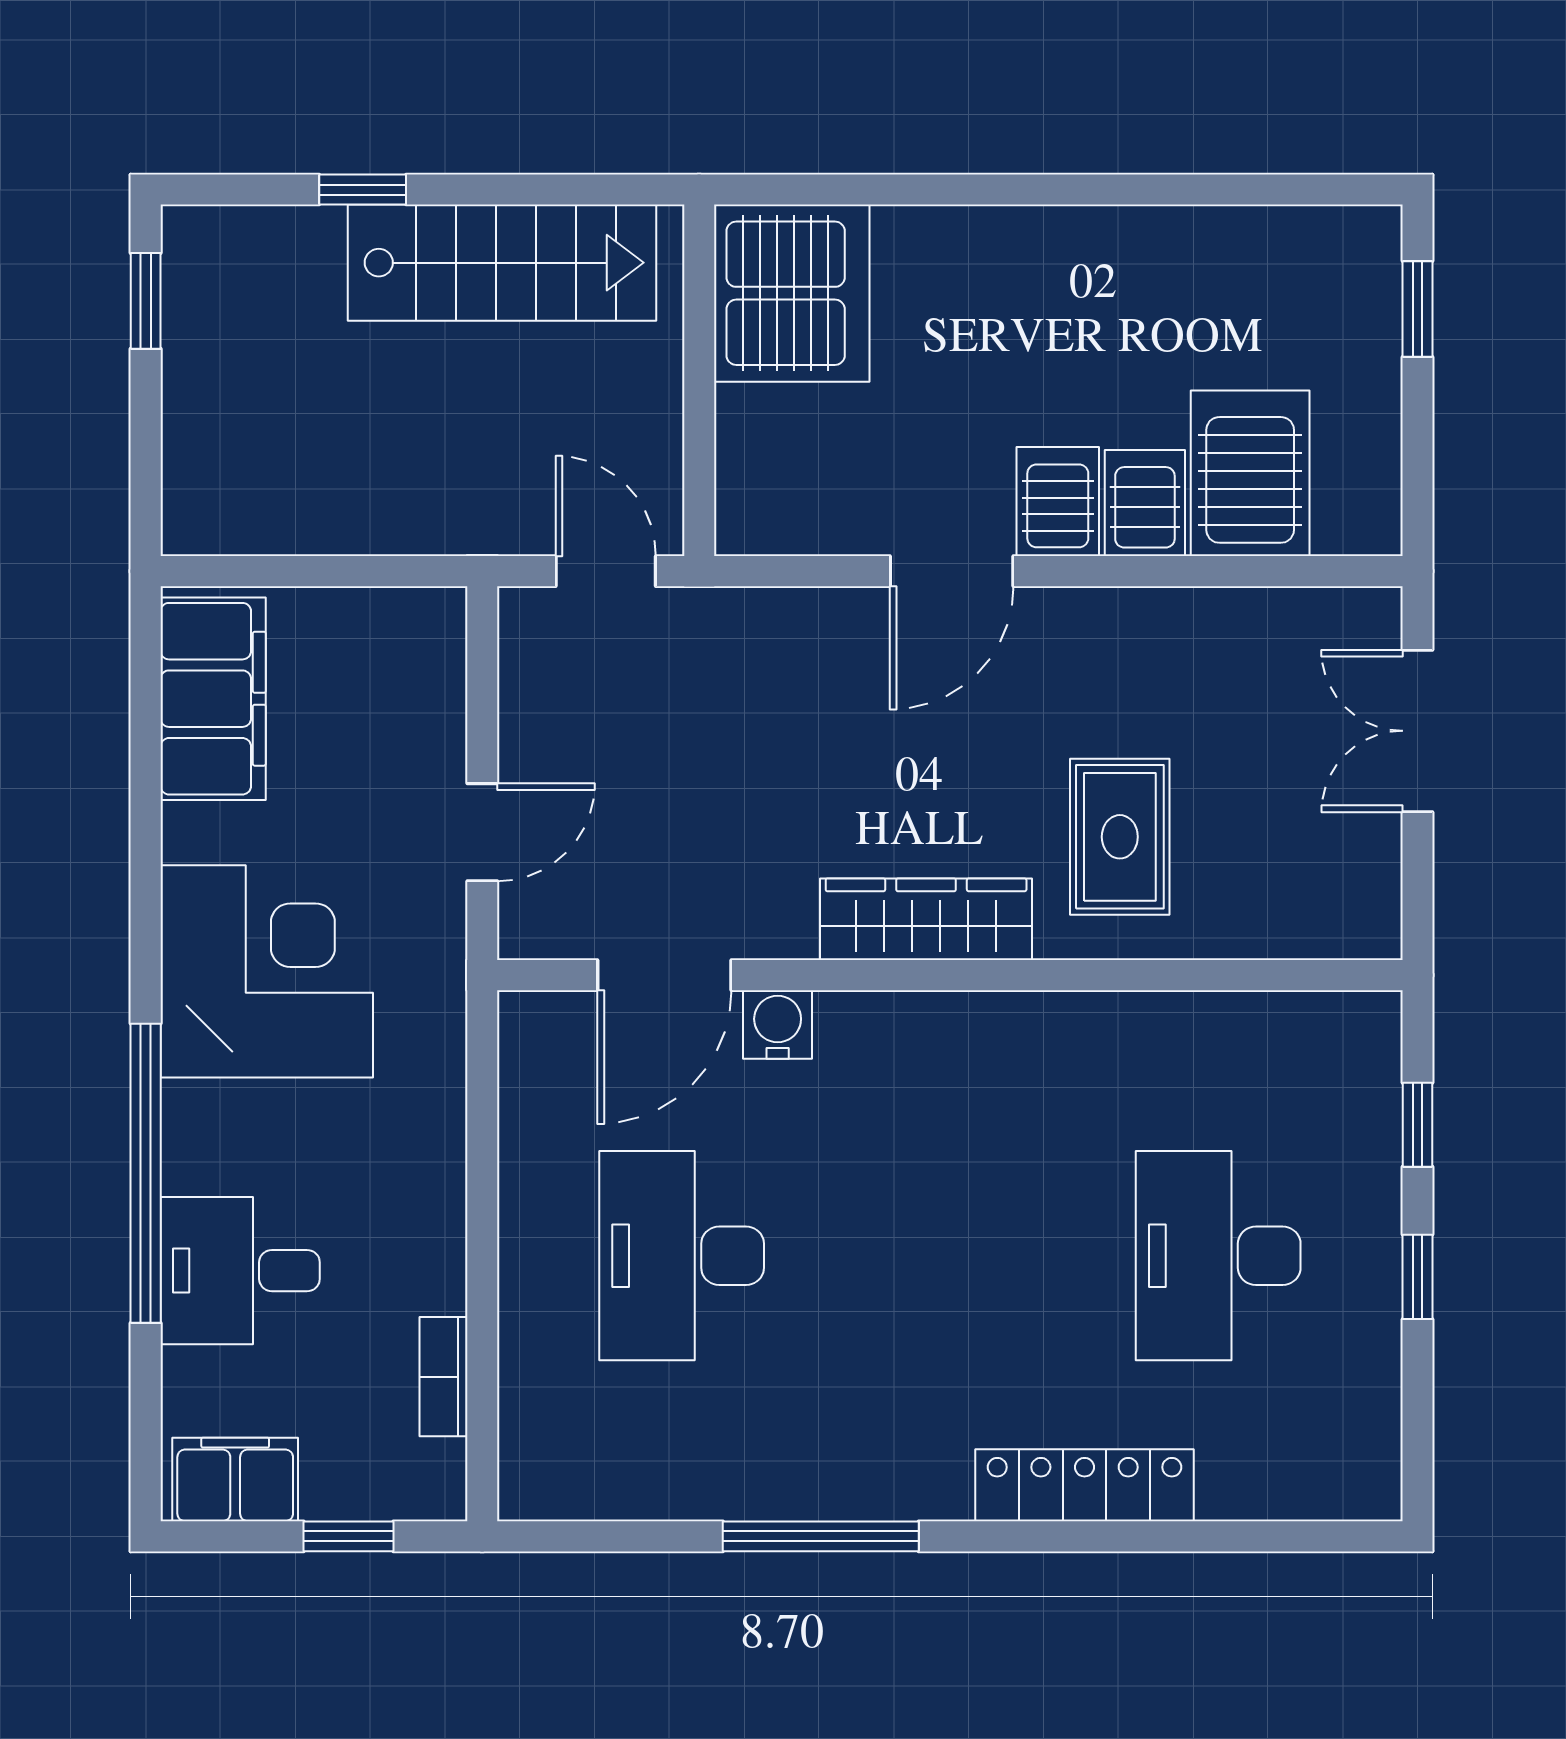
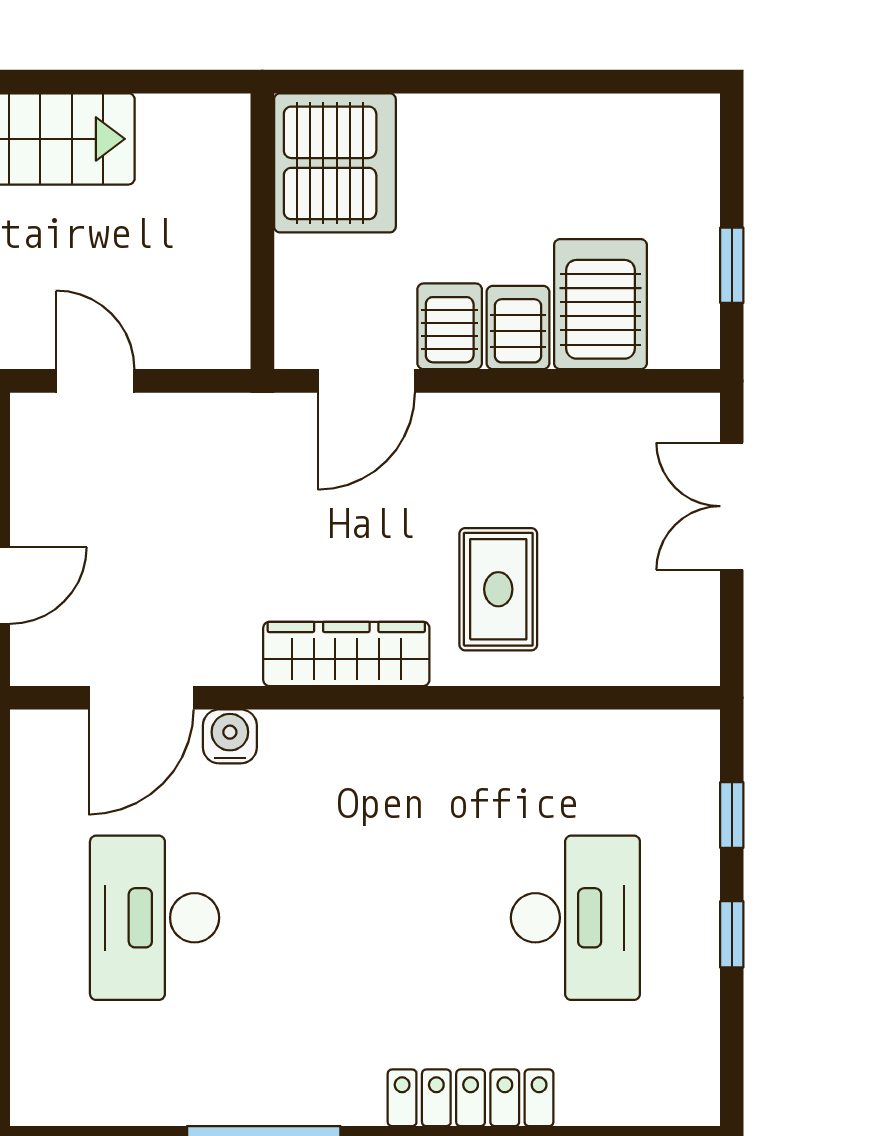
server rack: (792, 293) -> (335, 163), moved
window: (1418, 309) -> (732, 265), moved
wall: (699, 380) -> (262, 231), moved
desk: (1218, 1256) -> (575, 918), turned 180

